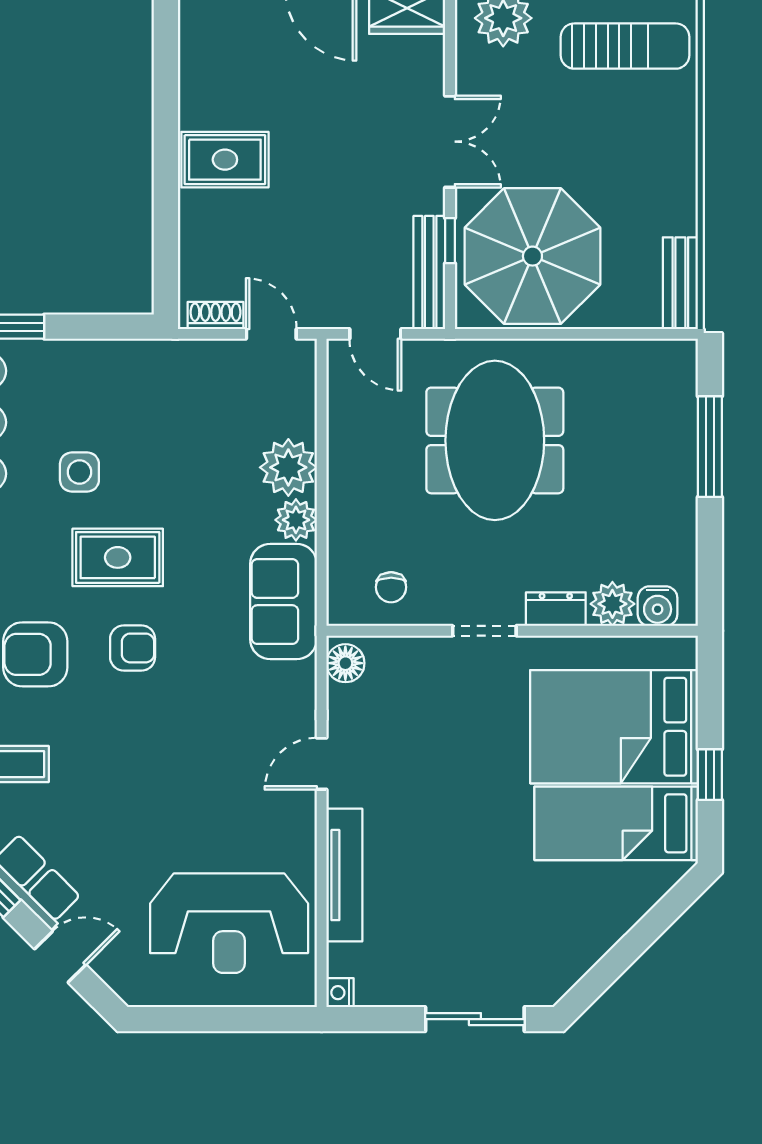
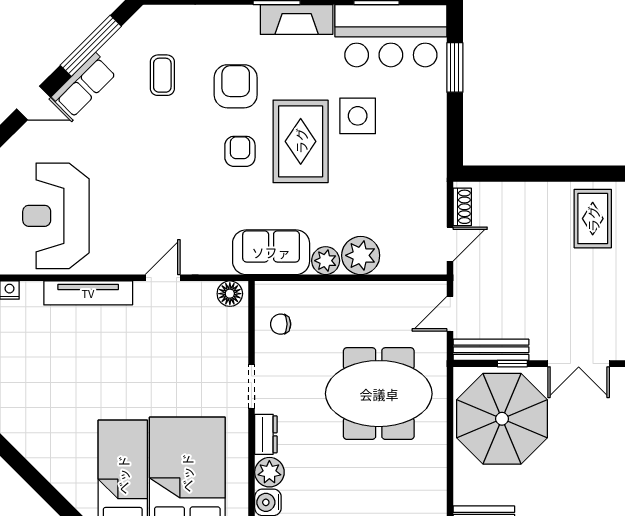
rug: (225, 160) -> (593, 219), moved
side table: (79, 472) -> (358, 116), width x1.37, depth x1.37
rug: (118, 557) -> (301, 141), width x1.36, depth x1.43
armchair: (133, 648) -> (240, 151), turned 180
door: (322, 764) -> (163, 278), hinge flipped
door: (60, 957) -> (33, 103), hinge flipped

